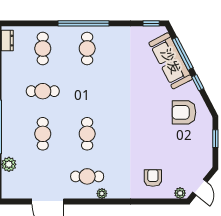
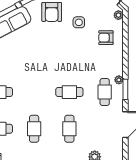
cafe table: (43, 134) -> (69, 129), turned 90
side table: (171, 145) -> (79, 22), added
window: (90, 202) -> (125, 89), added

